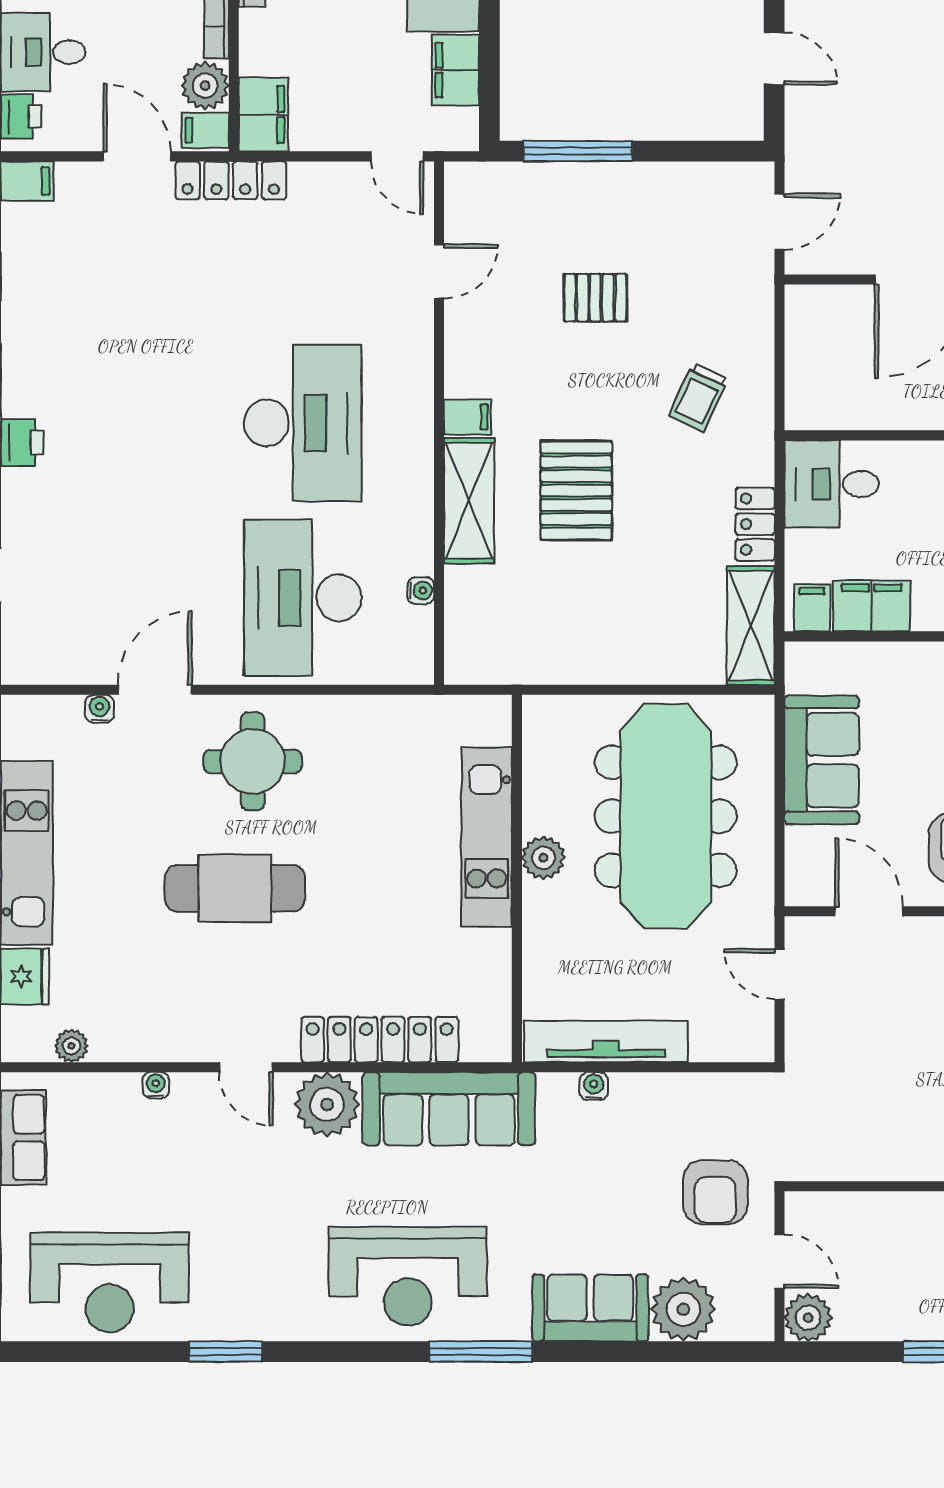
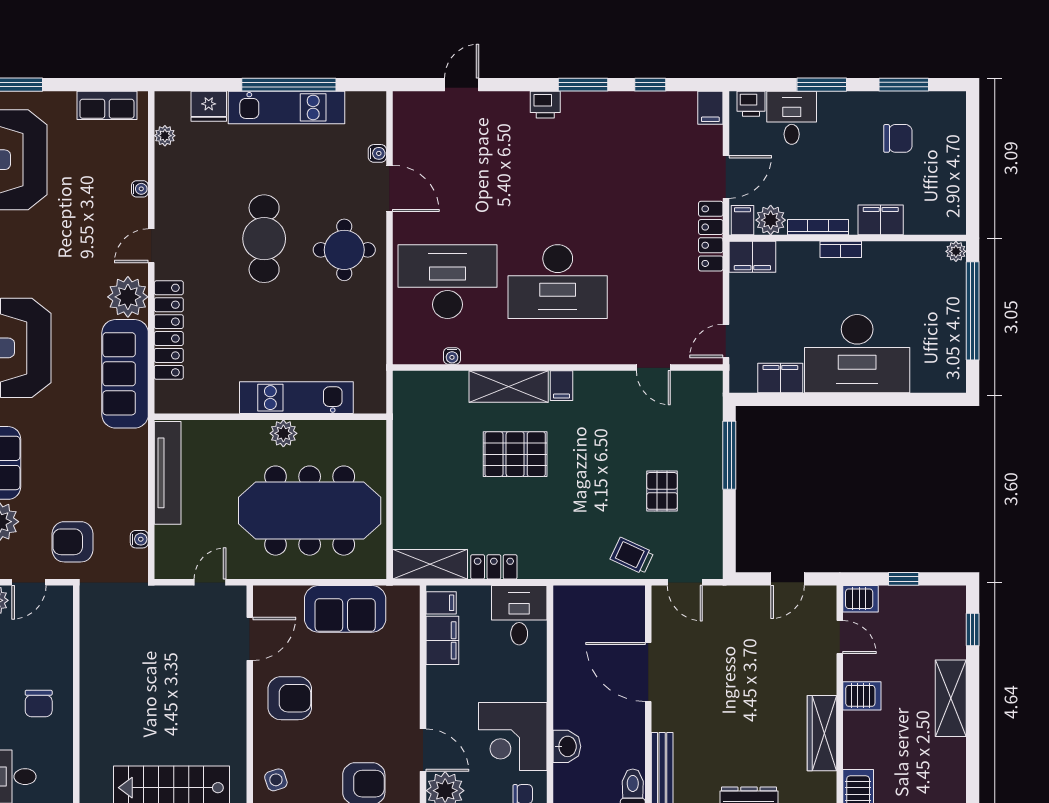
pallet: (595, 298) -> (662, 491), moved
trolley: (698, 397) -> (632, 556), moved
water cooler: (594, 1086) -> (139, 539), moved

